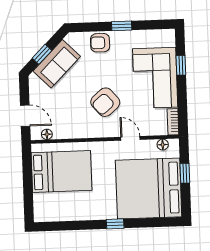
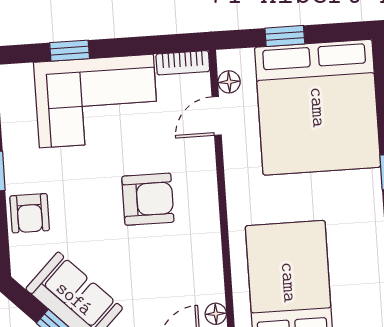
armchair: (105, 102) -> (148, 199), turned -49
door: (130, 138) -> (217, 116), moved

